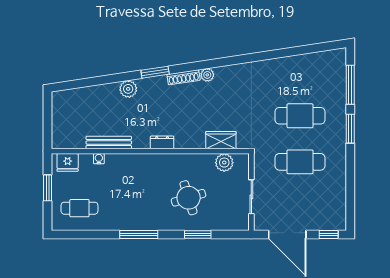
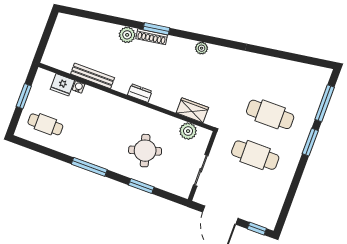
shoe rack: (184, 77) -> (152, 37), moved
fridge: (68, 162) -> (62, 85), moved

